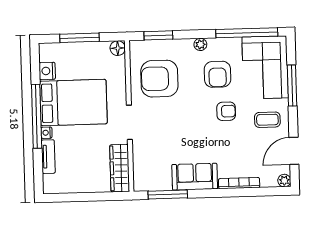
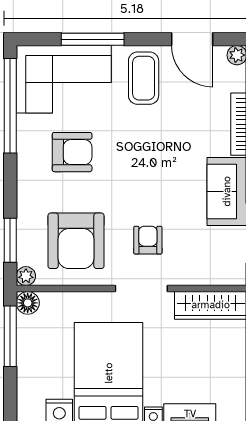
window: (80, 38) -> (10, 336), moved
plant: (200, 44) -> (26, 276), moved
armchair: (226, 111) -> (148, 240), moved
coffee table: (267, 120) -> (144, 78), width x1.36, depth x1.30

